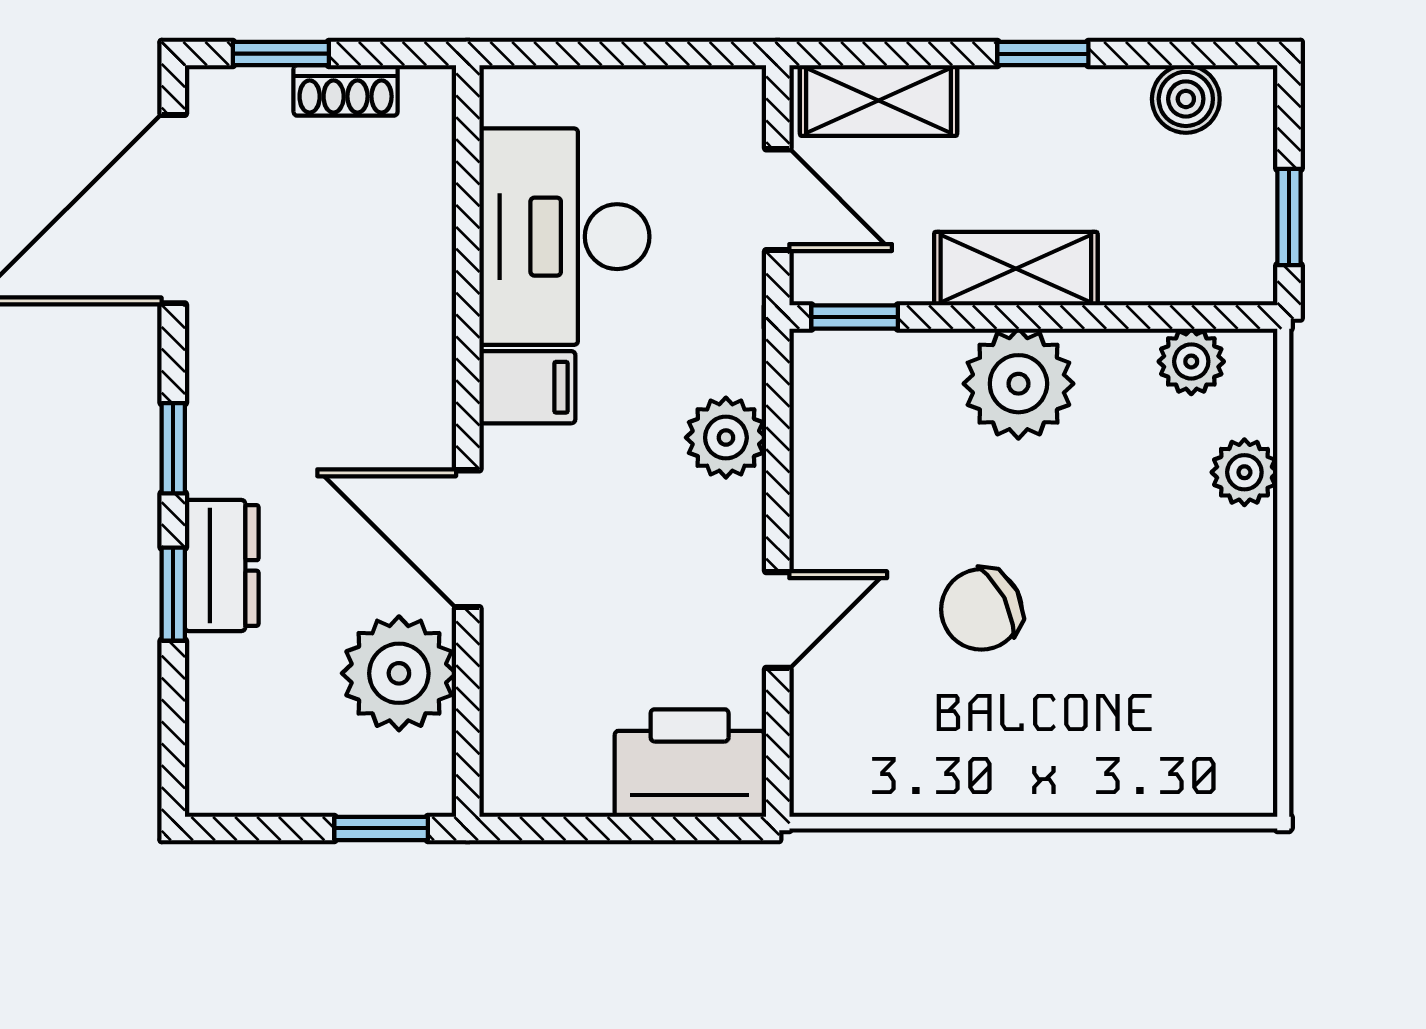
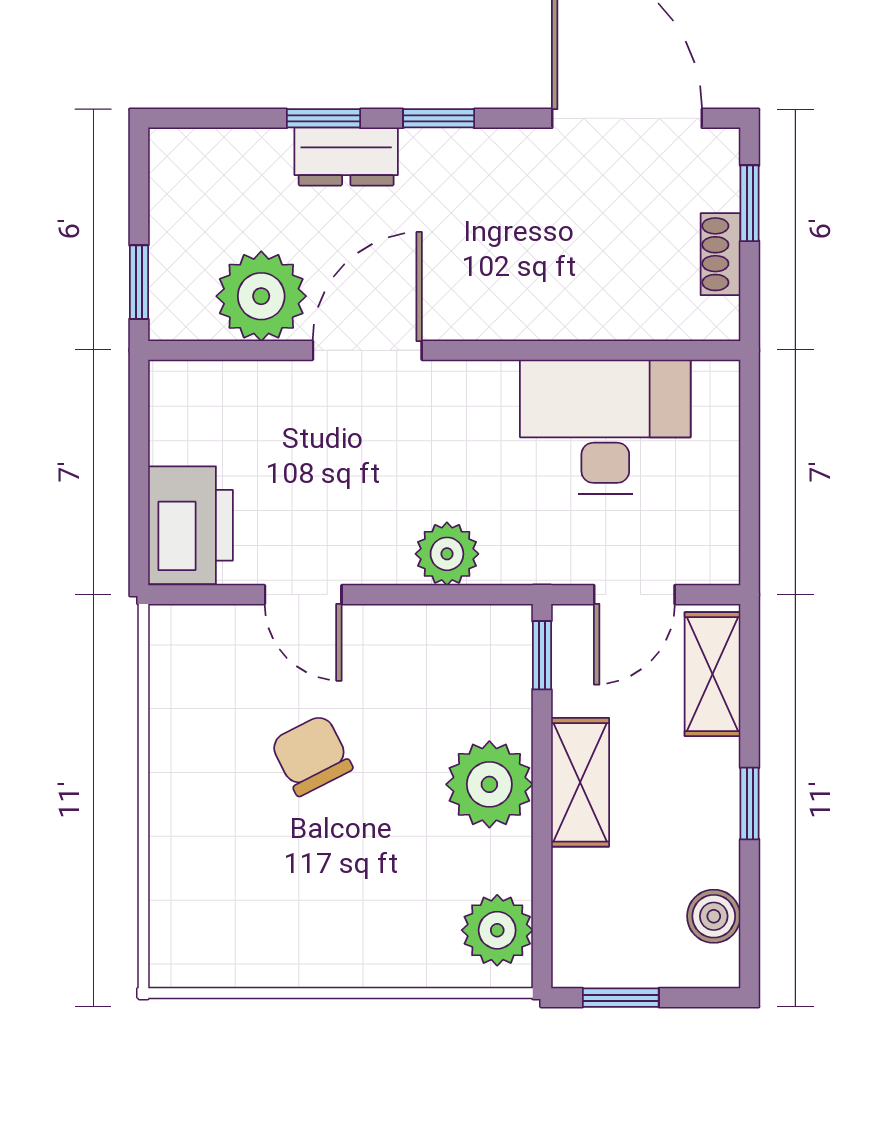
plant: (1191, 361) -> (497, 930), width x1.38, depth x1.38
filing cabinet: (527, 387) -> (487, 397), removed
plant: (1244, 472) -> (420, 962), removed

